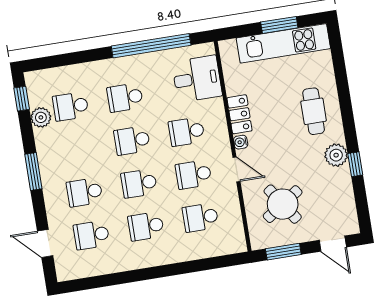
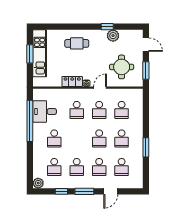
desk: (197, 79) -> (45, 112), moved, turned -90
window: (22, 99) -> (61, 191), moved
plant: (41, 117) -> (38, 183), moved
school desk: (132, 140) -> (77, 167), moved
plant: (336, 155) -> (113, 36), moved
round table: (283, 204) -> (122, 67), turned 34
door: (45, 243) -> (111, 191), moved
door: (333, 244) -> (146, 45), hinge flipped
window: (136, 275) -> (146, 147), added

